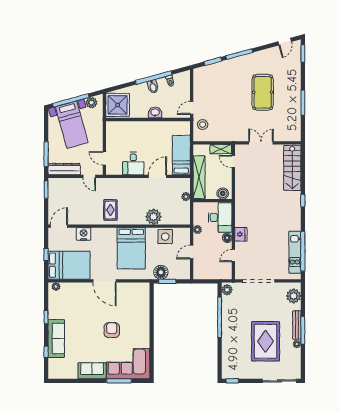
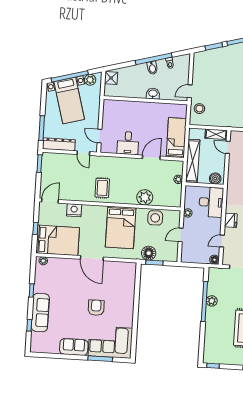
shower: (118, 105) -> (111, 78), width x0.54, depth x0.54
floor lamp: (227, 238) -> (214, 260), moved
plant: (227, 290) -> (212, 301), moved

